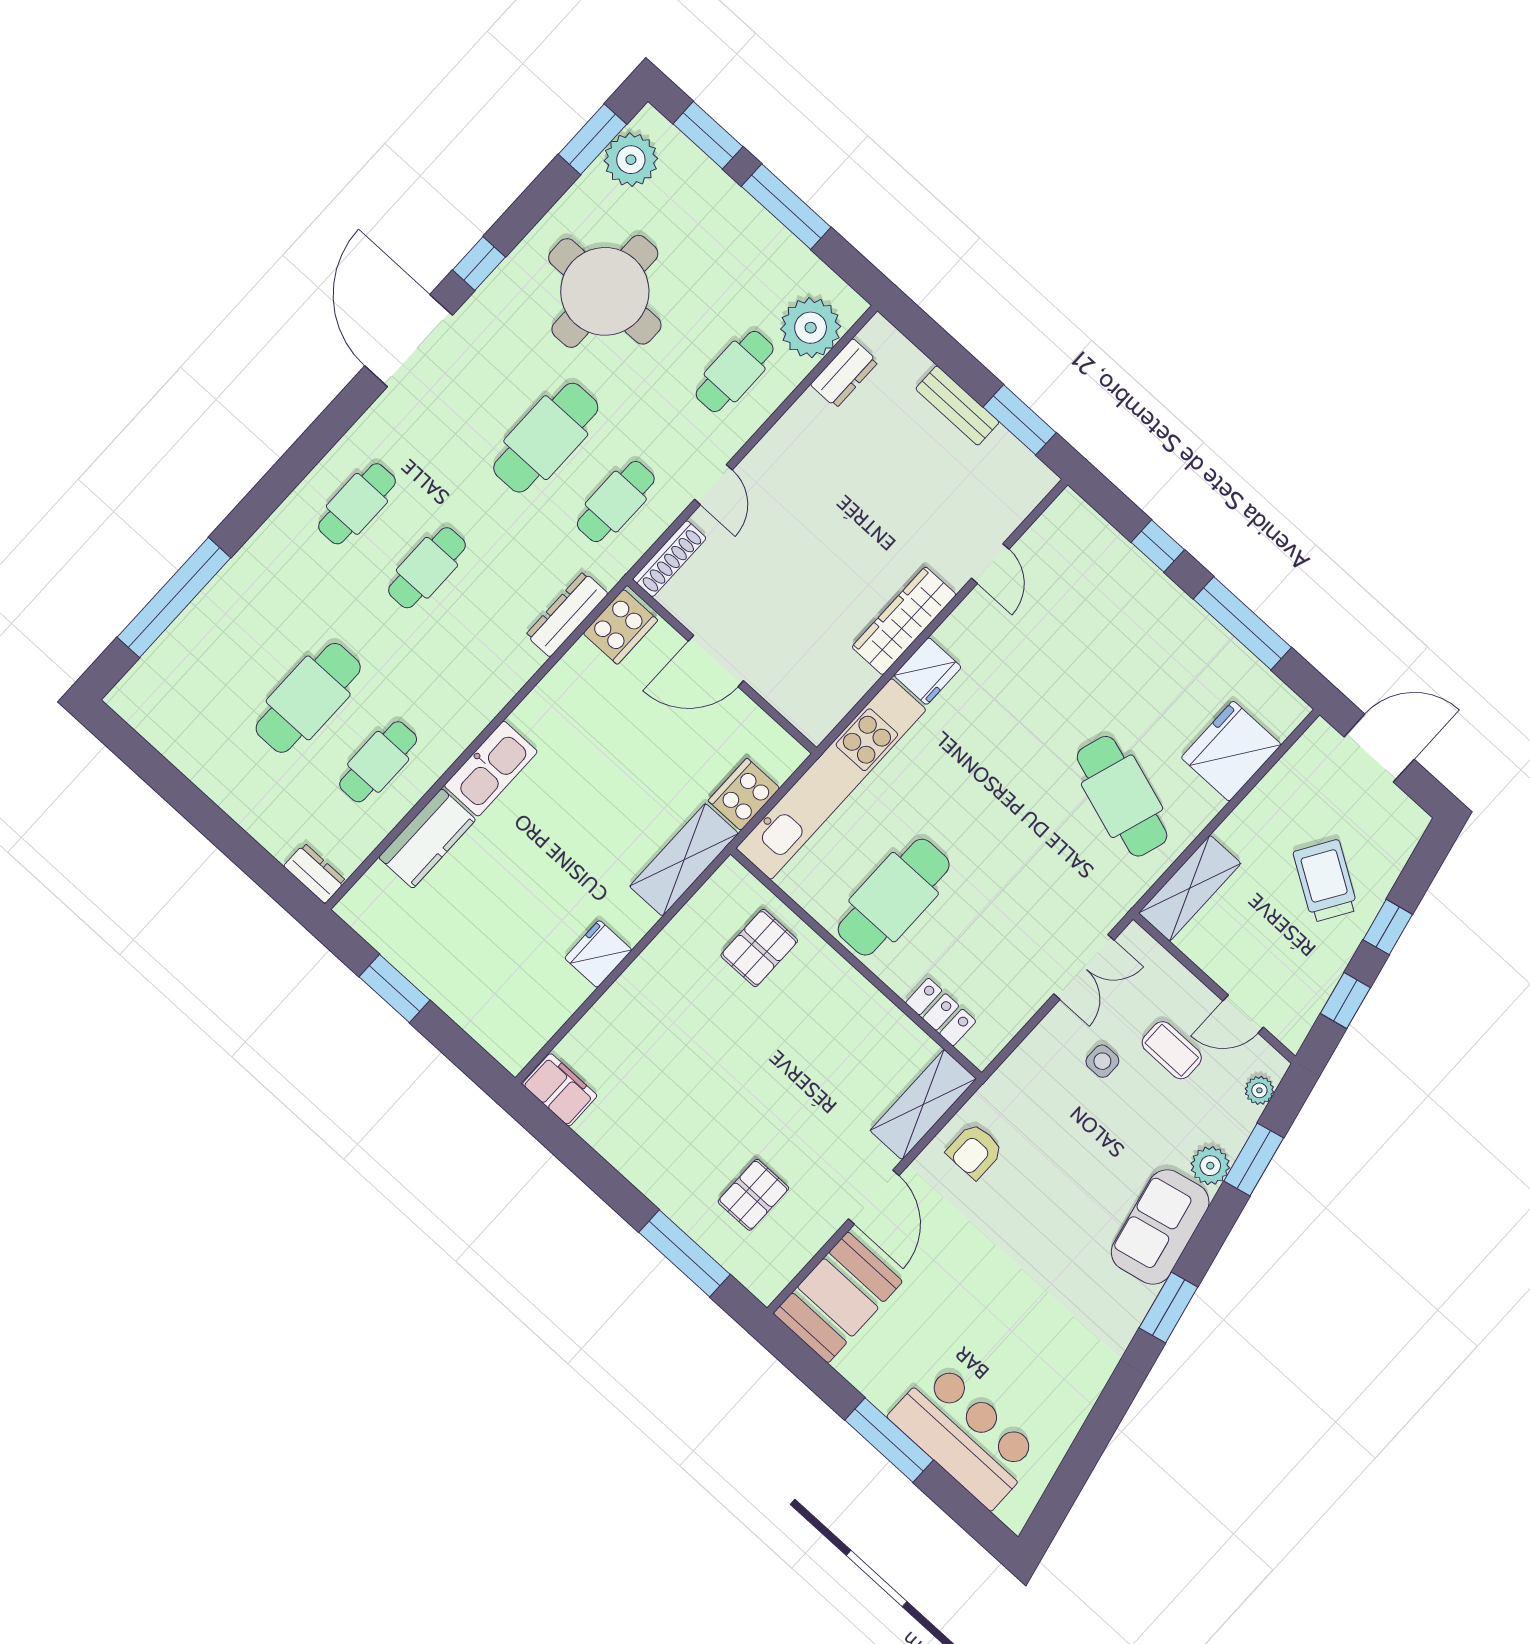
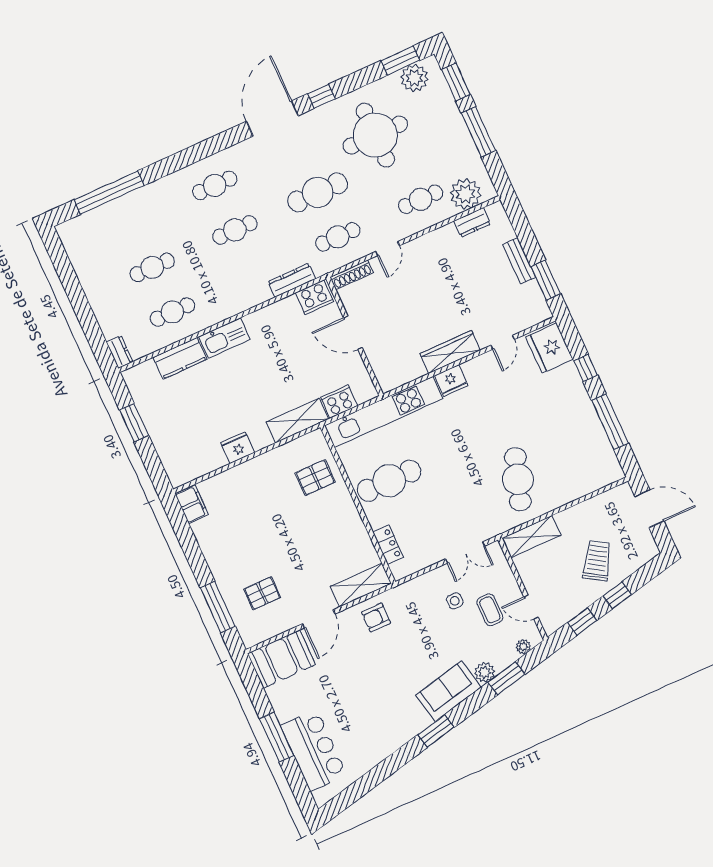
cafe table: (308, 698) -> (152, 267), width x0.73, depth x0.74
fridge: (1231, 751) -> (549, 348), moved, turned -90

